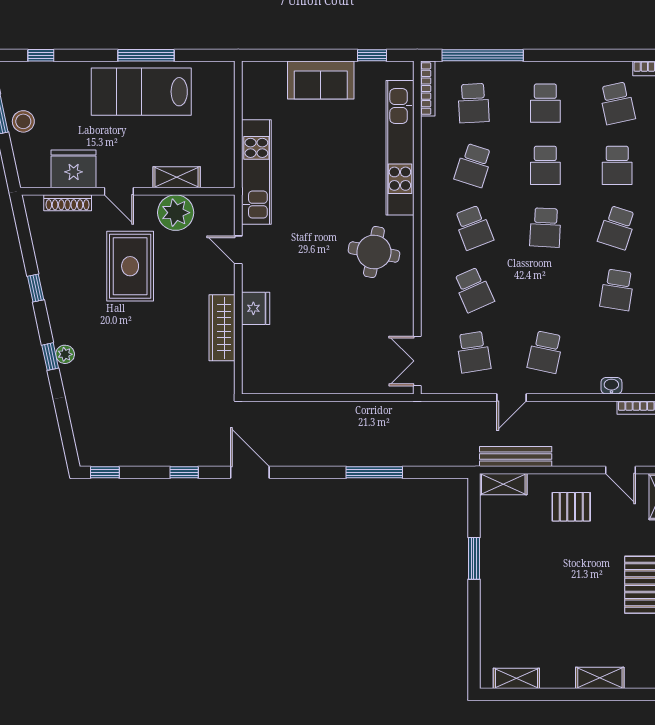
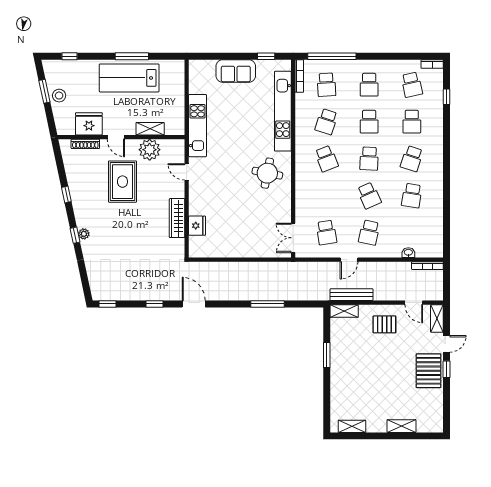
school desk: (473, 290) -> (369, 196), moved
fridge: (256, 308) -> (197, 226), moved

